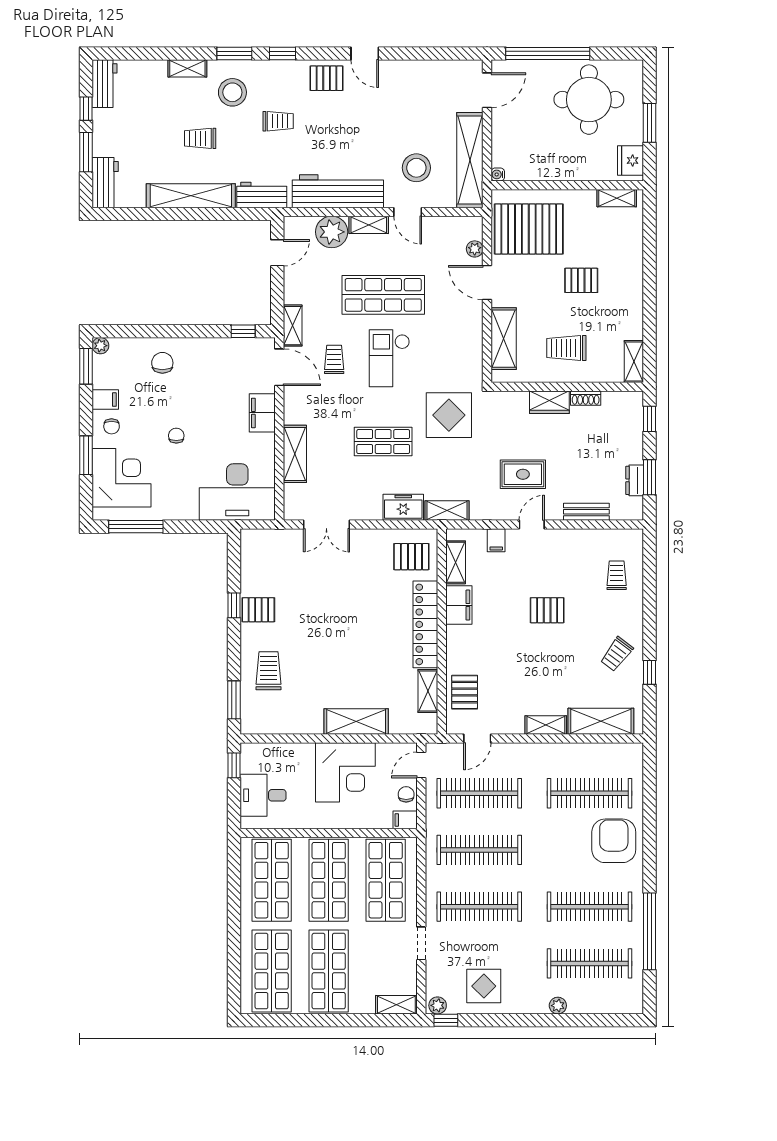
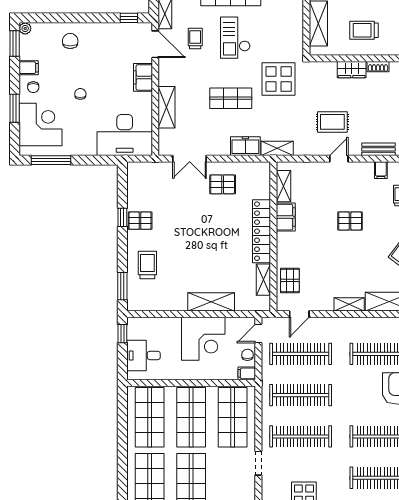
filing cabinet: (496, 540) -> (381, 170), moved
pallet: (411, 557) -> (223, 184), moved

